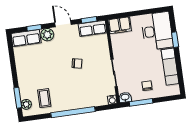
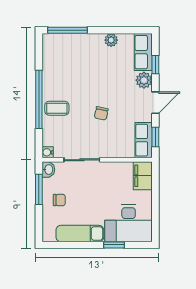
window: (18, 98) -> (68, 30), width x1.44
coffee table: (44, 98) -> (57, 108), moved
plant: (26, 104) -> (111, 40), moved

